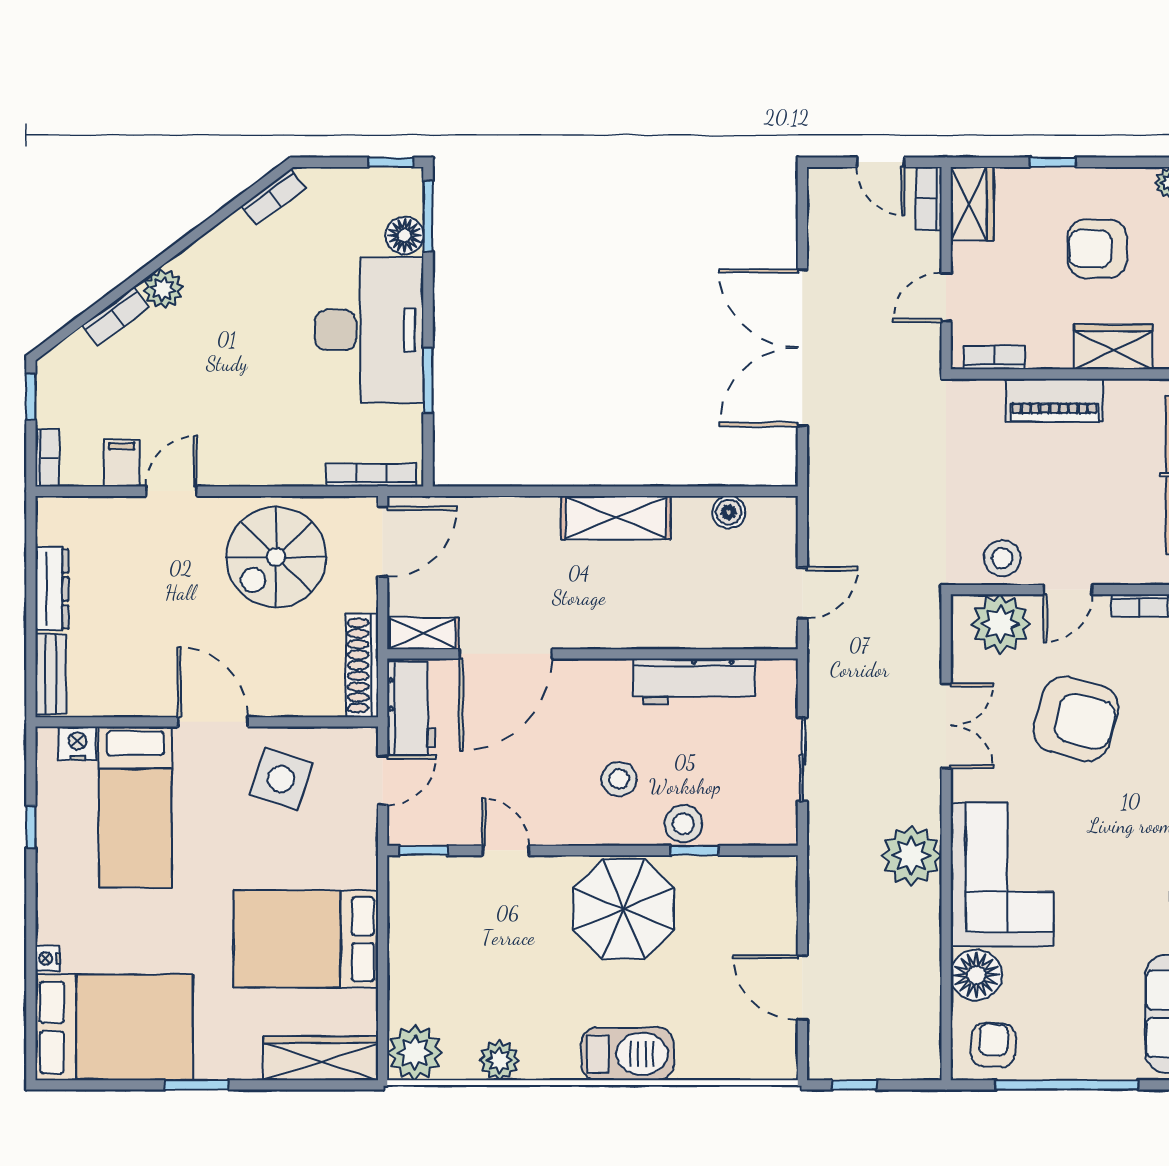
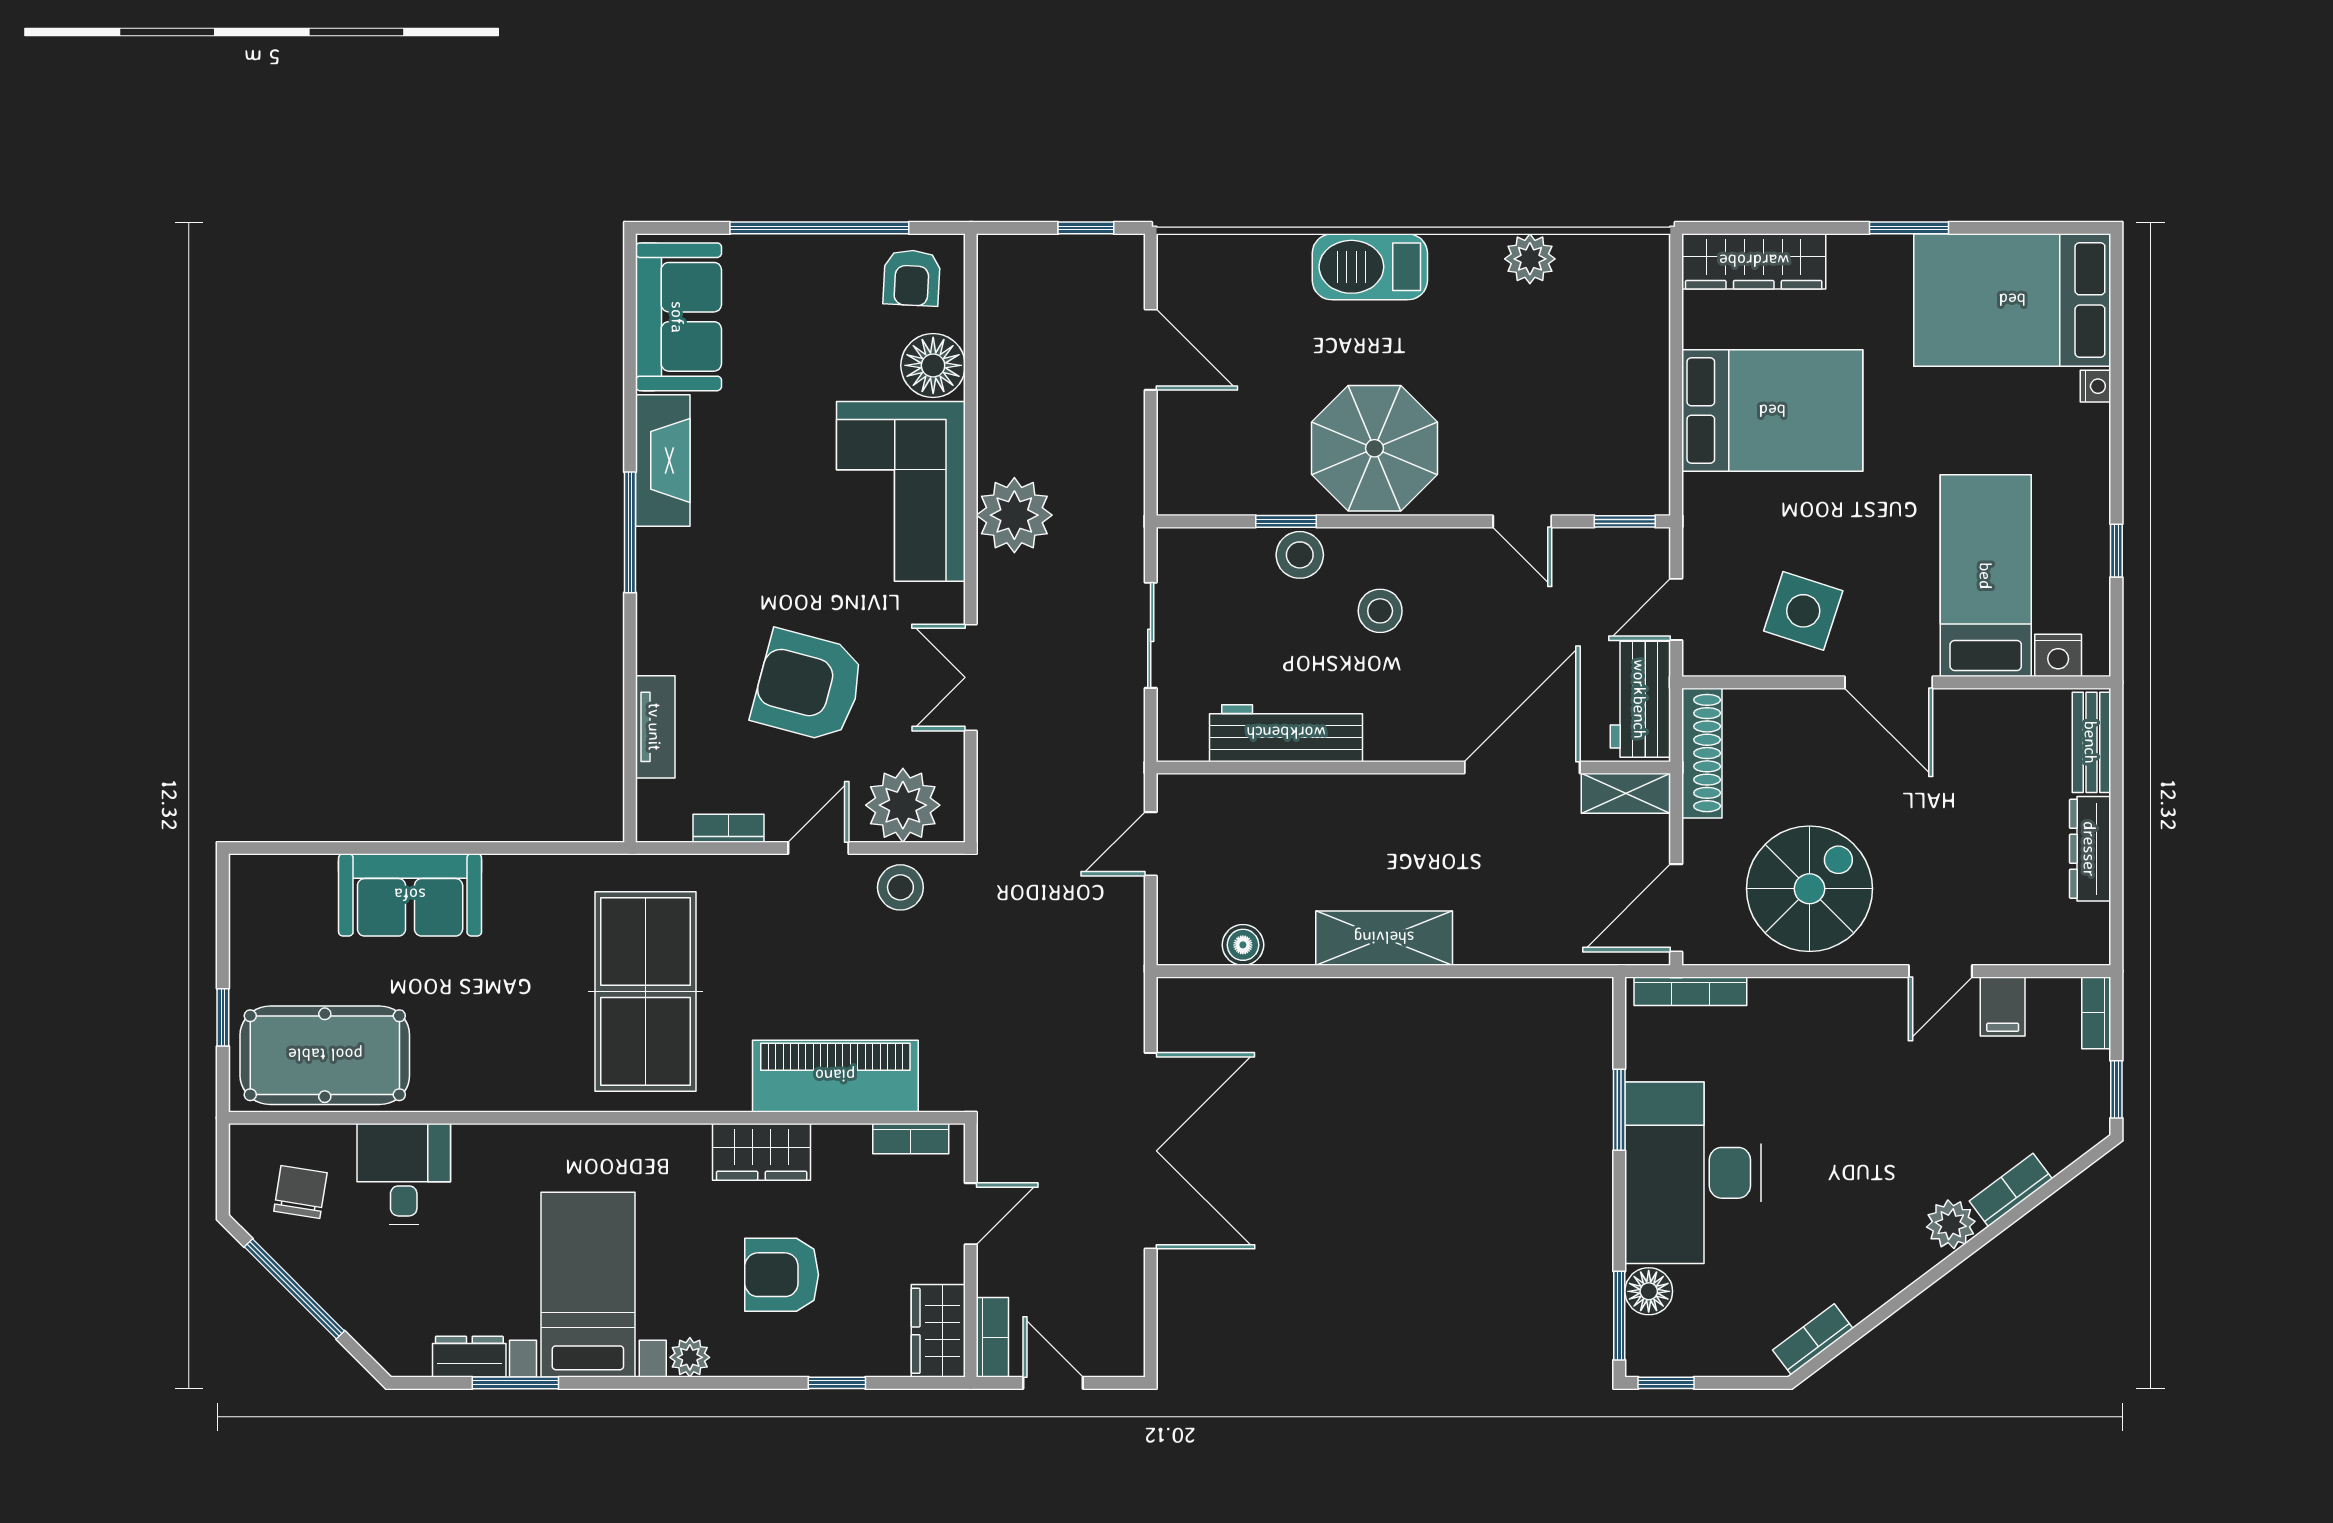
armchair: (1097, 249) -> (782, 1275), turned 180
piano: (1054, 400) -> (835, 1076), width x1.37, depth x1.33
plant: (415, 1053) -> (1636, 268), removed

